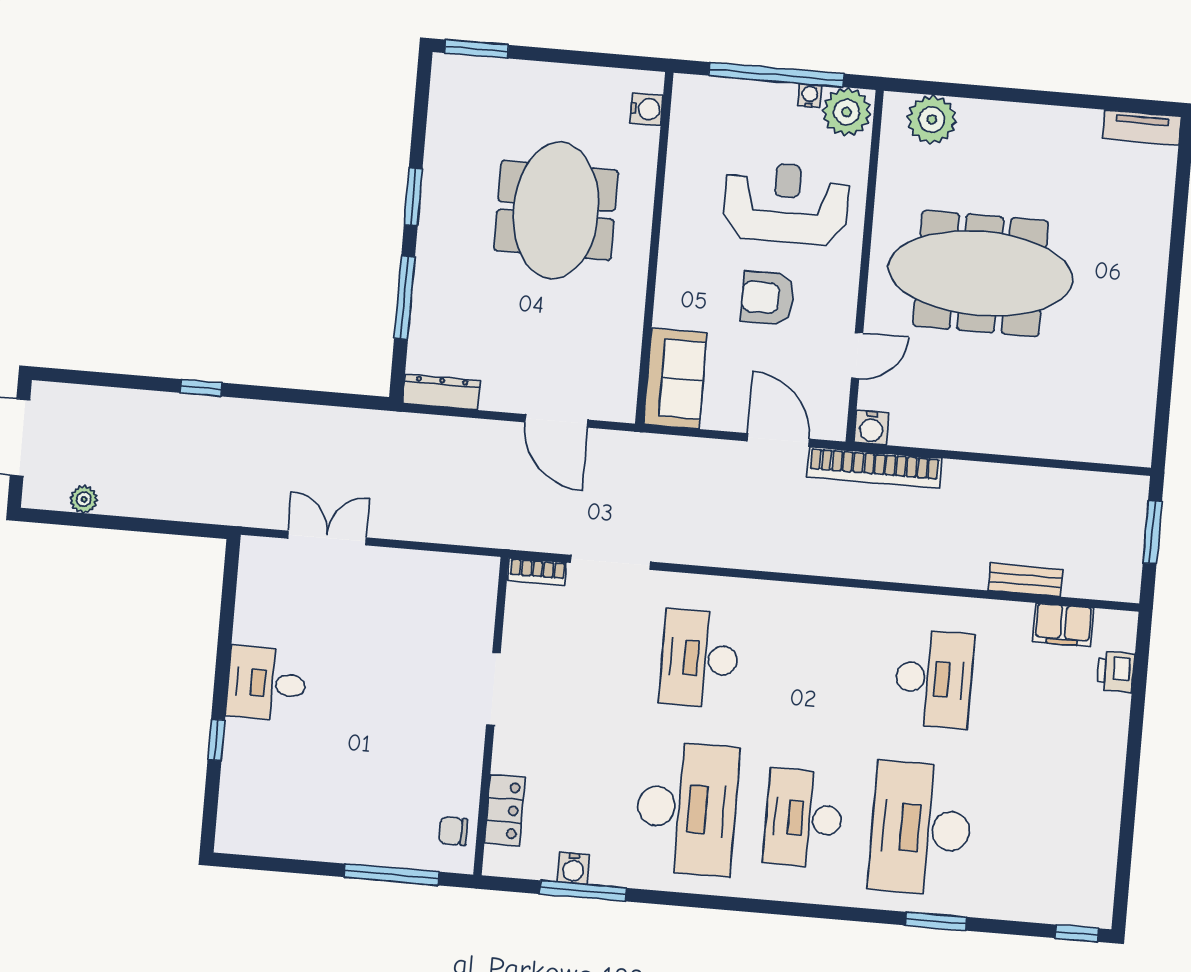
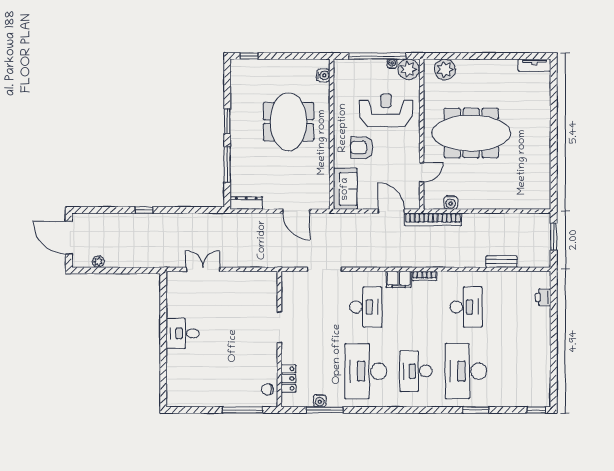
window: (477, 49) -> (249, 56), width x0.67
armchair: (768, 298) -> (362, 148), moved
water cooler: (871, 428) -> (451, 203), moved
bookcase: (537, 572) -> (424, 276), moved
filing cabinet: (1063, 625) -> (399, 279), moved
desk: (699, 659) -> (366, 307), turned 180
window: (216, 740) -> (163, 359), removed
desk: (687, 808) -> (366, 371), turned 180

